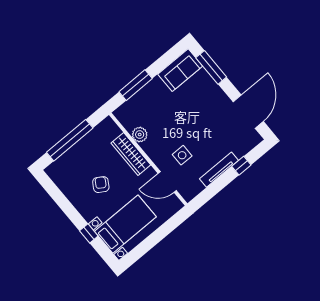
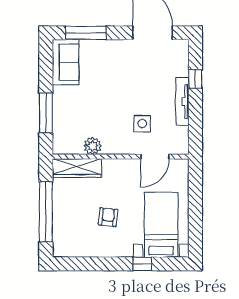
wardrobe: (131, 154) -> (77, 168), moved
armchair: (101, 185) -> (108, 217), turned 64

